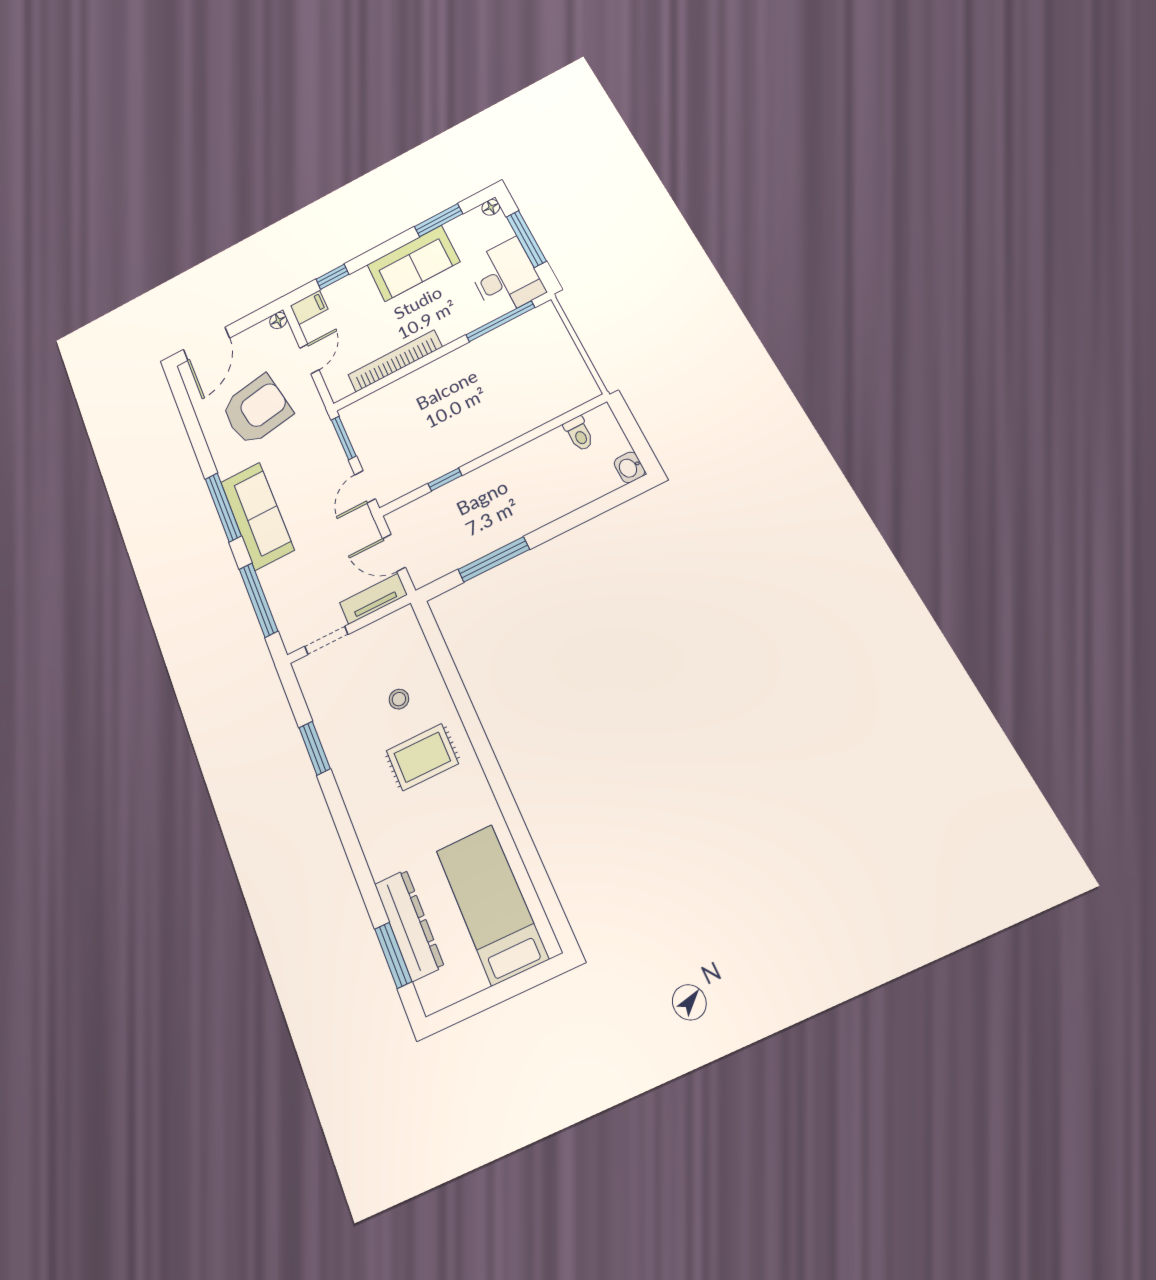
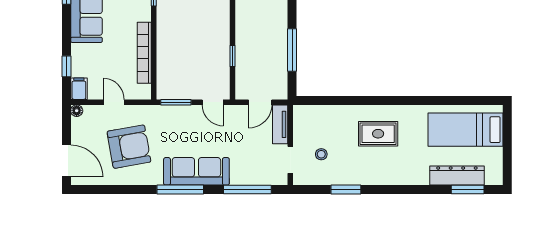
armchair: (256, 410) -> (129, 147), turned 90
stool: (399, 699) -> (321, 154), moved
rug: (422, 757) -> (378, 134), turned 90

